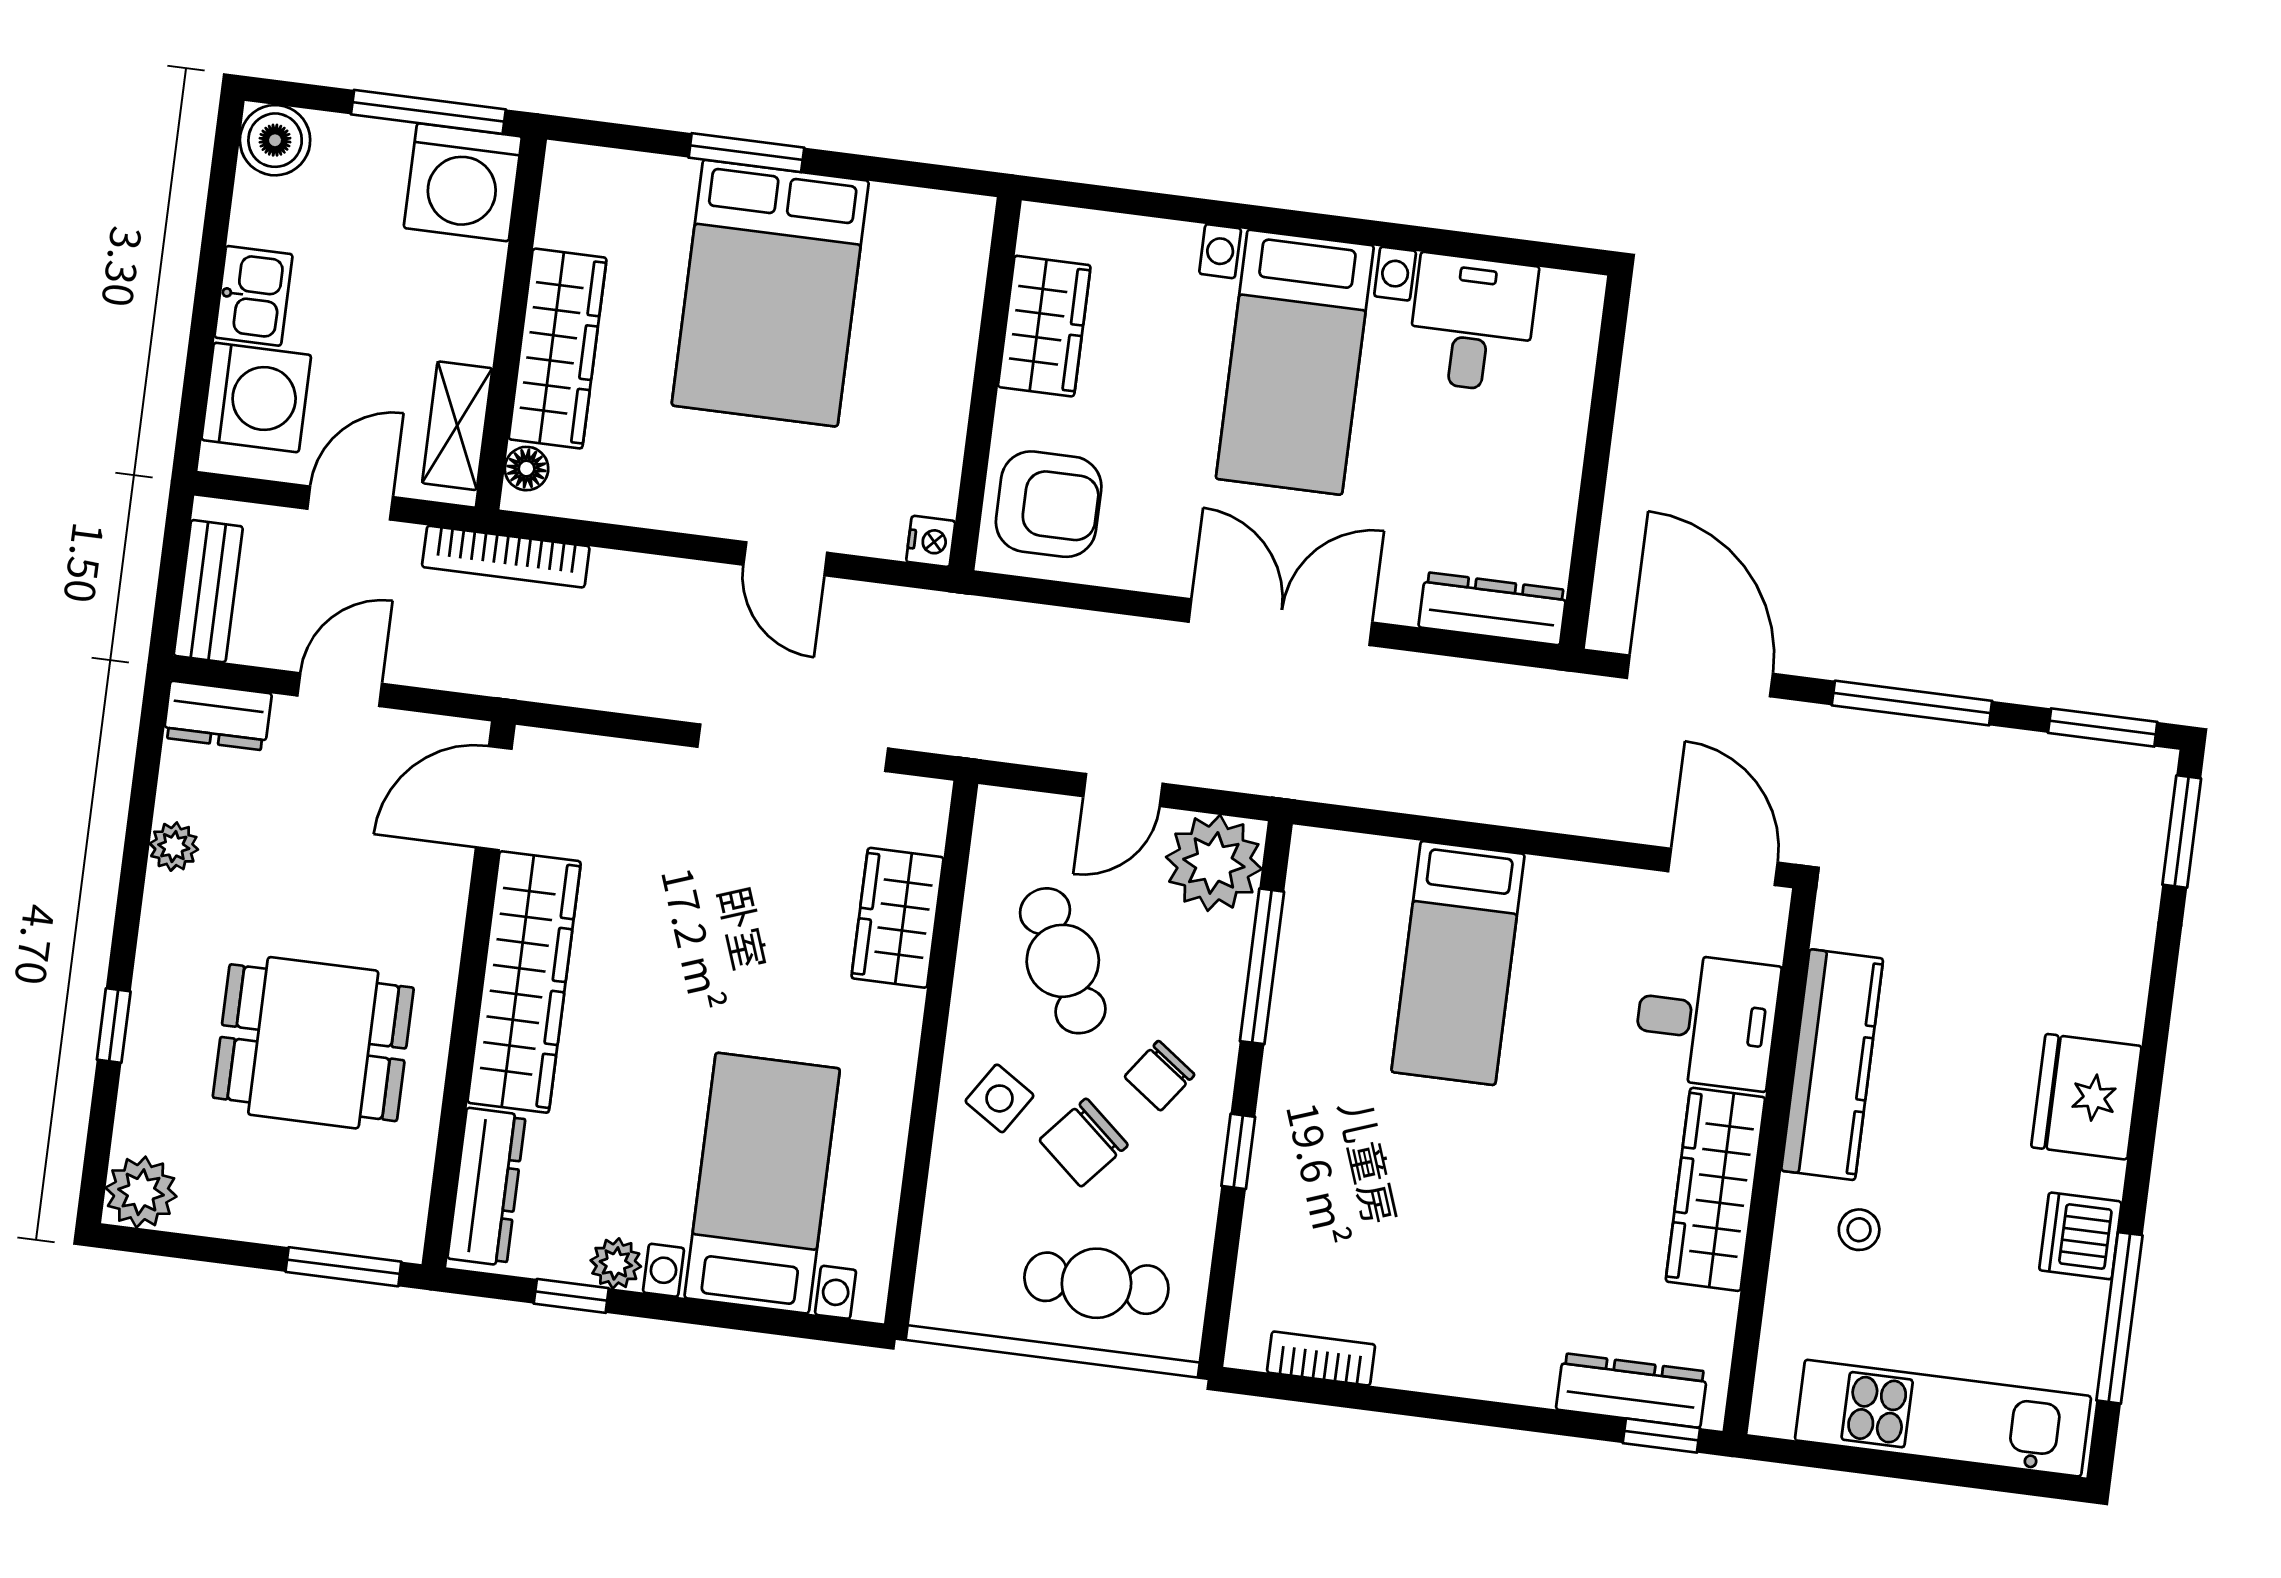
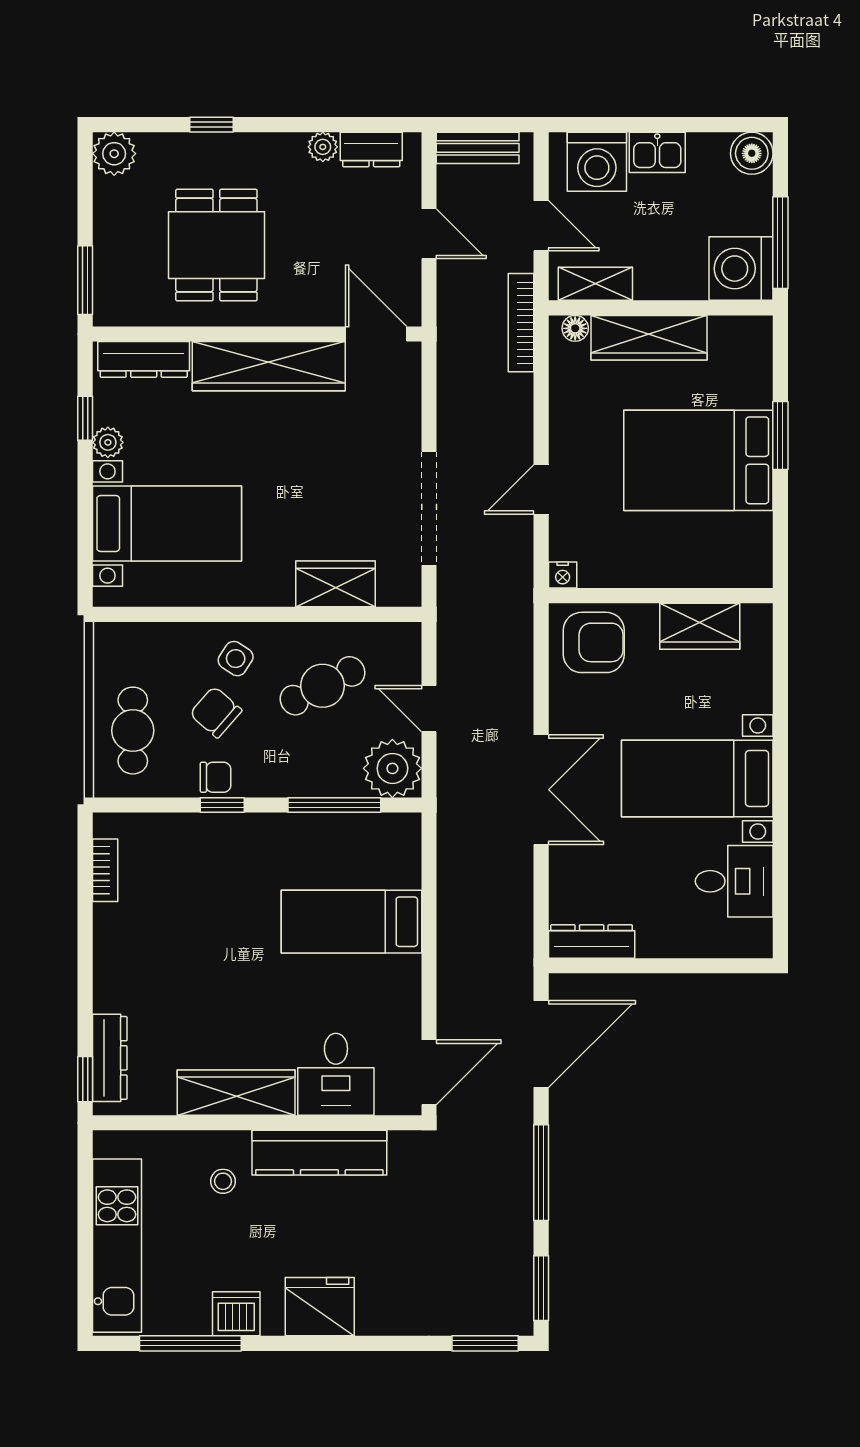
armchair: (1049, 504) -> (594, 642), turned -90
dresser: (1493, 609) -> (592, 941), moved, turned -90
dresser: (218, 716) -> (371, 149), moved, turned -90
chair: (1159, 1076) -> (216, 777), moved, turned 144

